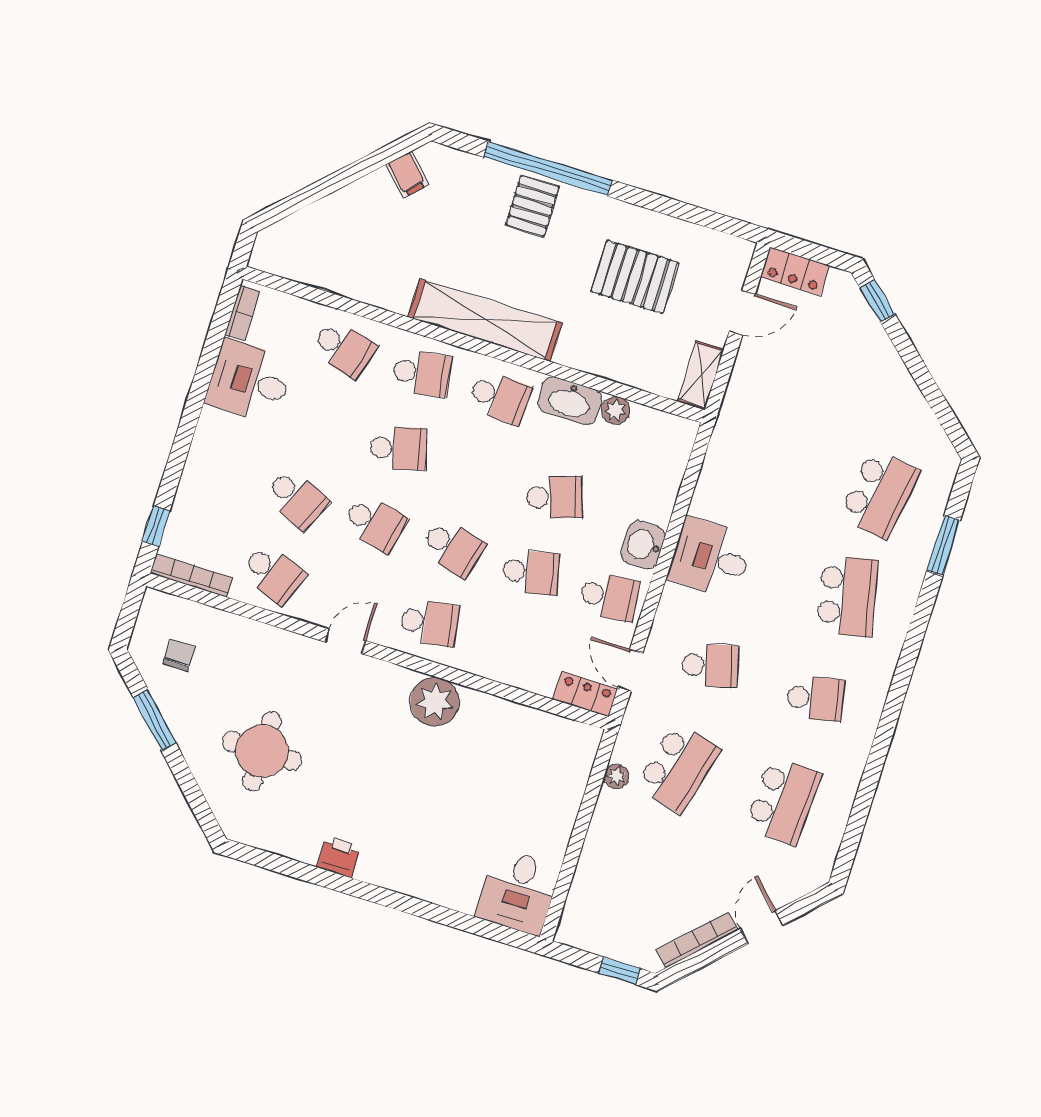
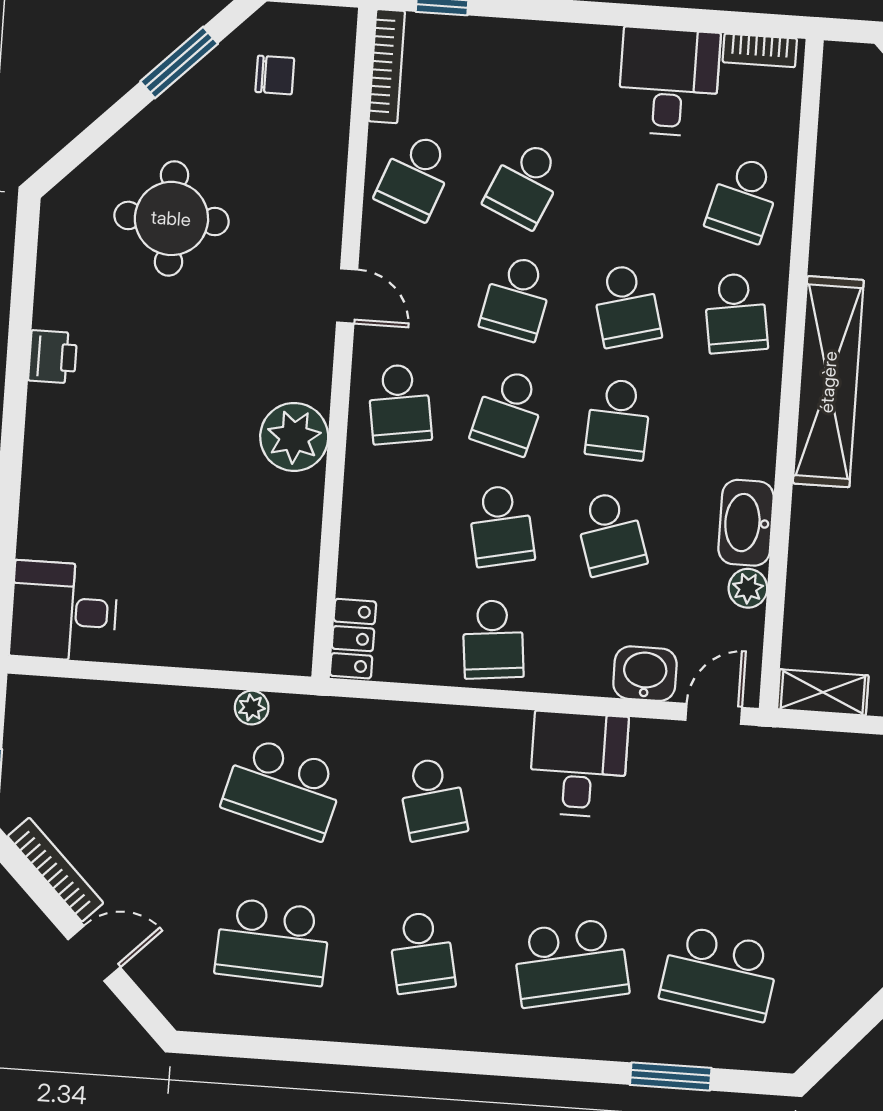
school desk: (500, 398) -> (618, 419), moved
washbasin: (643, 545) -> (645, 674), moved
door: (630, 670) -> (714, 714), moved

